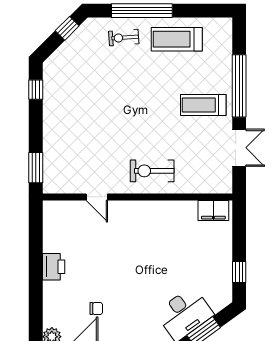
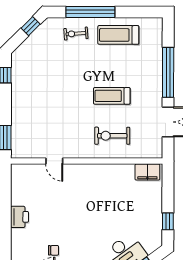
treadmill: (203, 105) -> (112, 96), moved
exercise bike: (152, 171) -> (112, 136), moved

